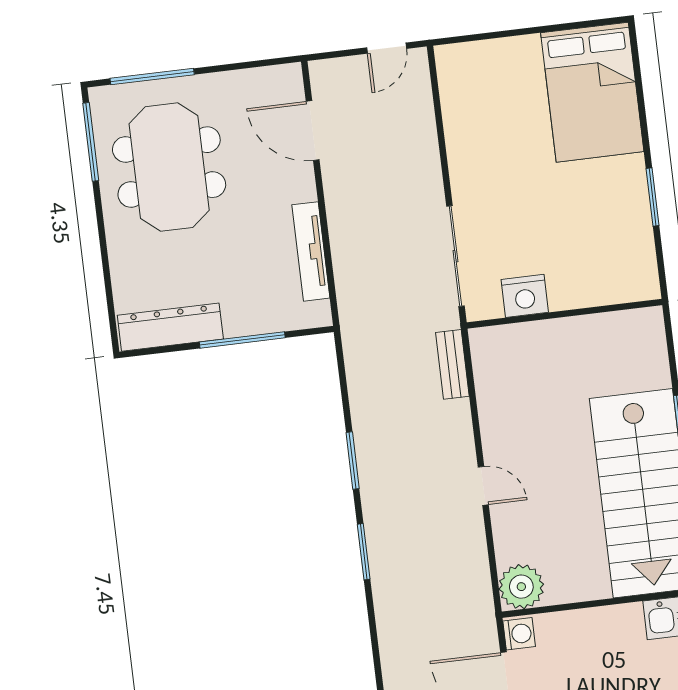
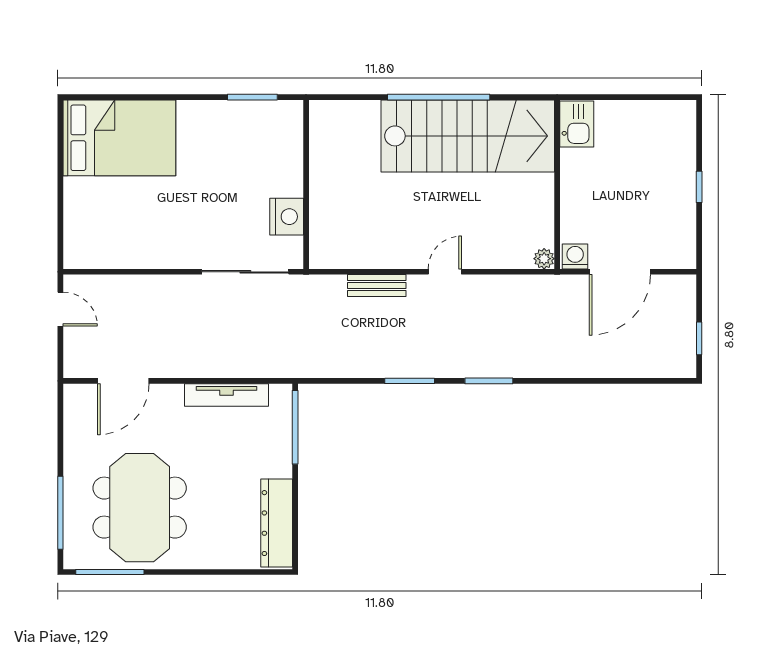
meeting table: (169, 167) -> (140, 508), turned 90
window: (653, 197) -> (252, 97), moved
window: (242, 340) -> (295, 427), moved
bench: (452, 364) -> (377, 286), moved
plant: (521, 587) -> (544, 259), width x0.53, depth x0.53

